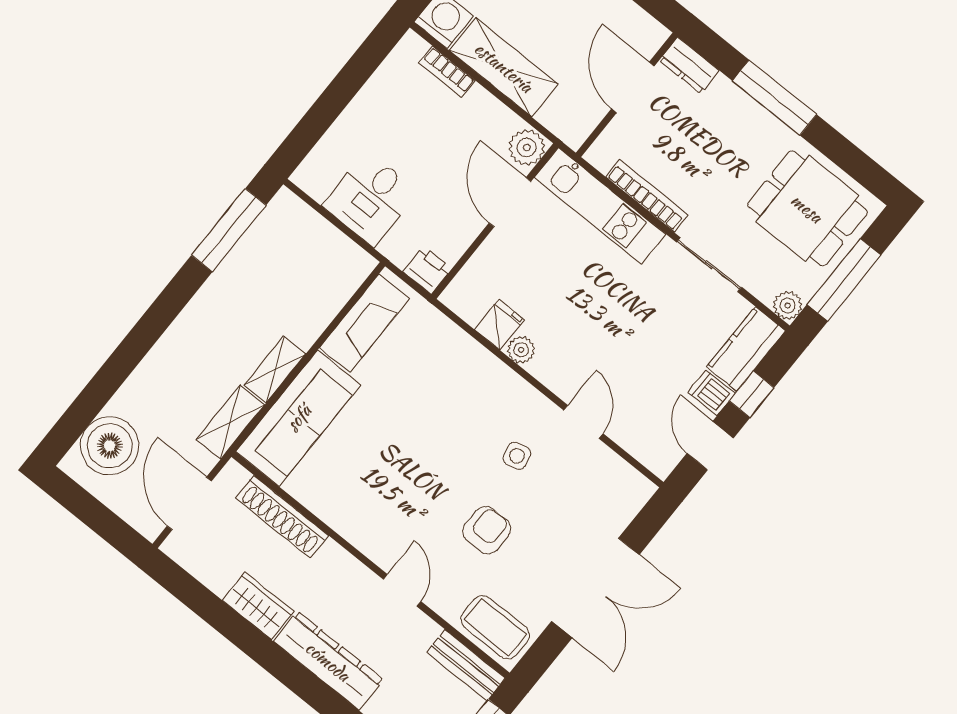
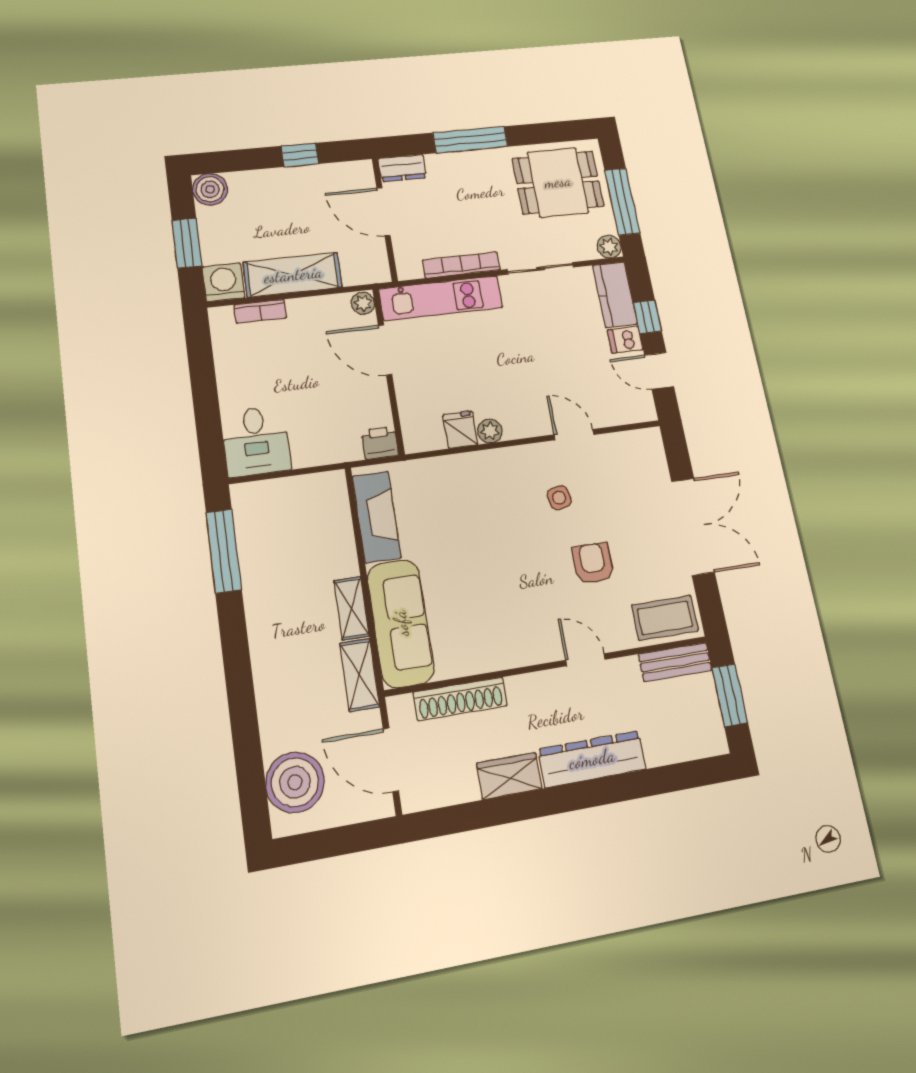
plant: (527, 148) -> (363, 303), width x0.73, depth x0.73
desk: (370, 199) -> (256, 441), moved

